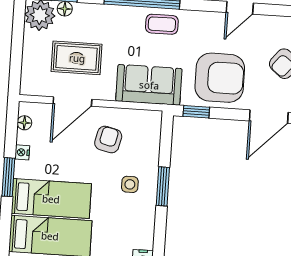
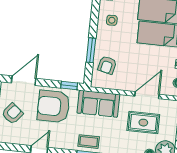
armchair: (108, 140) -> (107, 65), moved
side table: (130, 184) -> (112, 20), moved
window: (163, 186) -> (91, 50), moved

